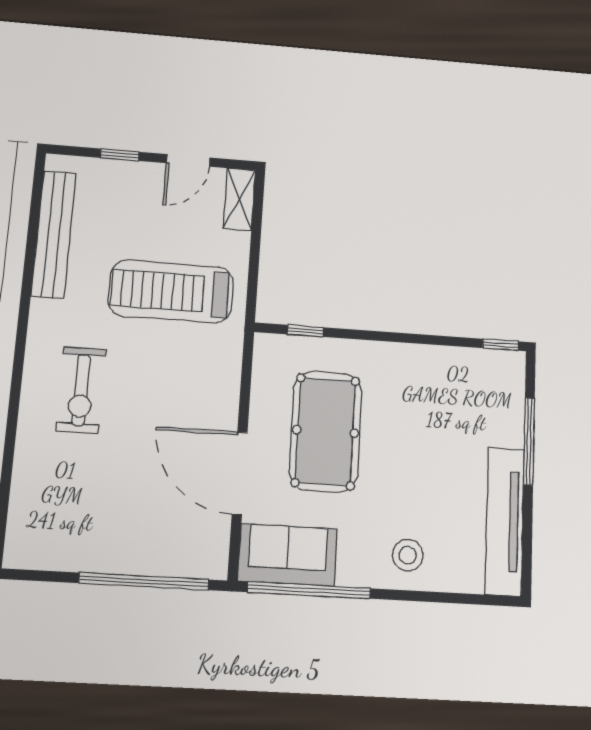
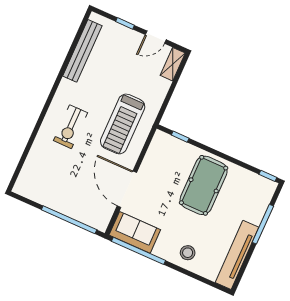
treadmill: (171, 291) -> (123, 124), moved, turned -90
pool table: (325, 431) -> (204, 185), moved

